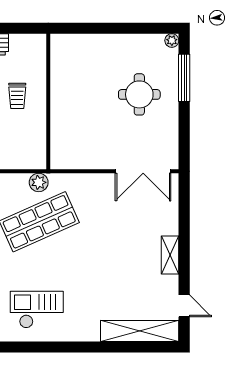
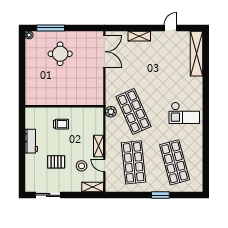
shelving: (170, 255) -> (139, 36), moved
door: (184, 306) -> (171, 28), moved
checkout: (37, 310) -> (184, 113), turned -90

